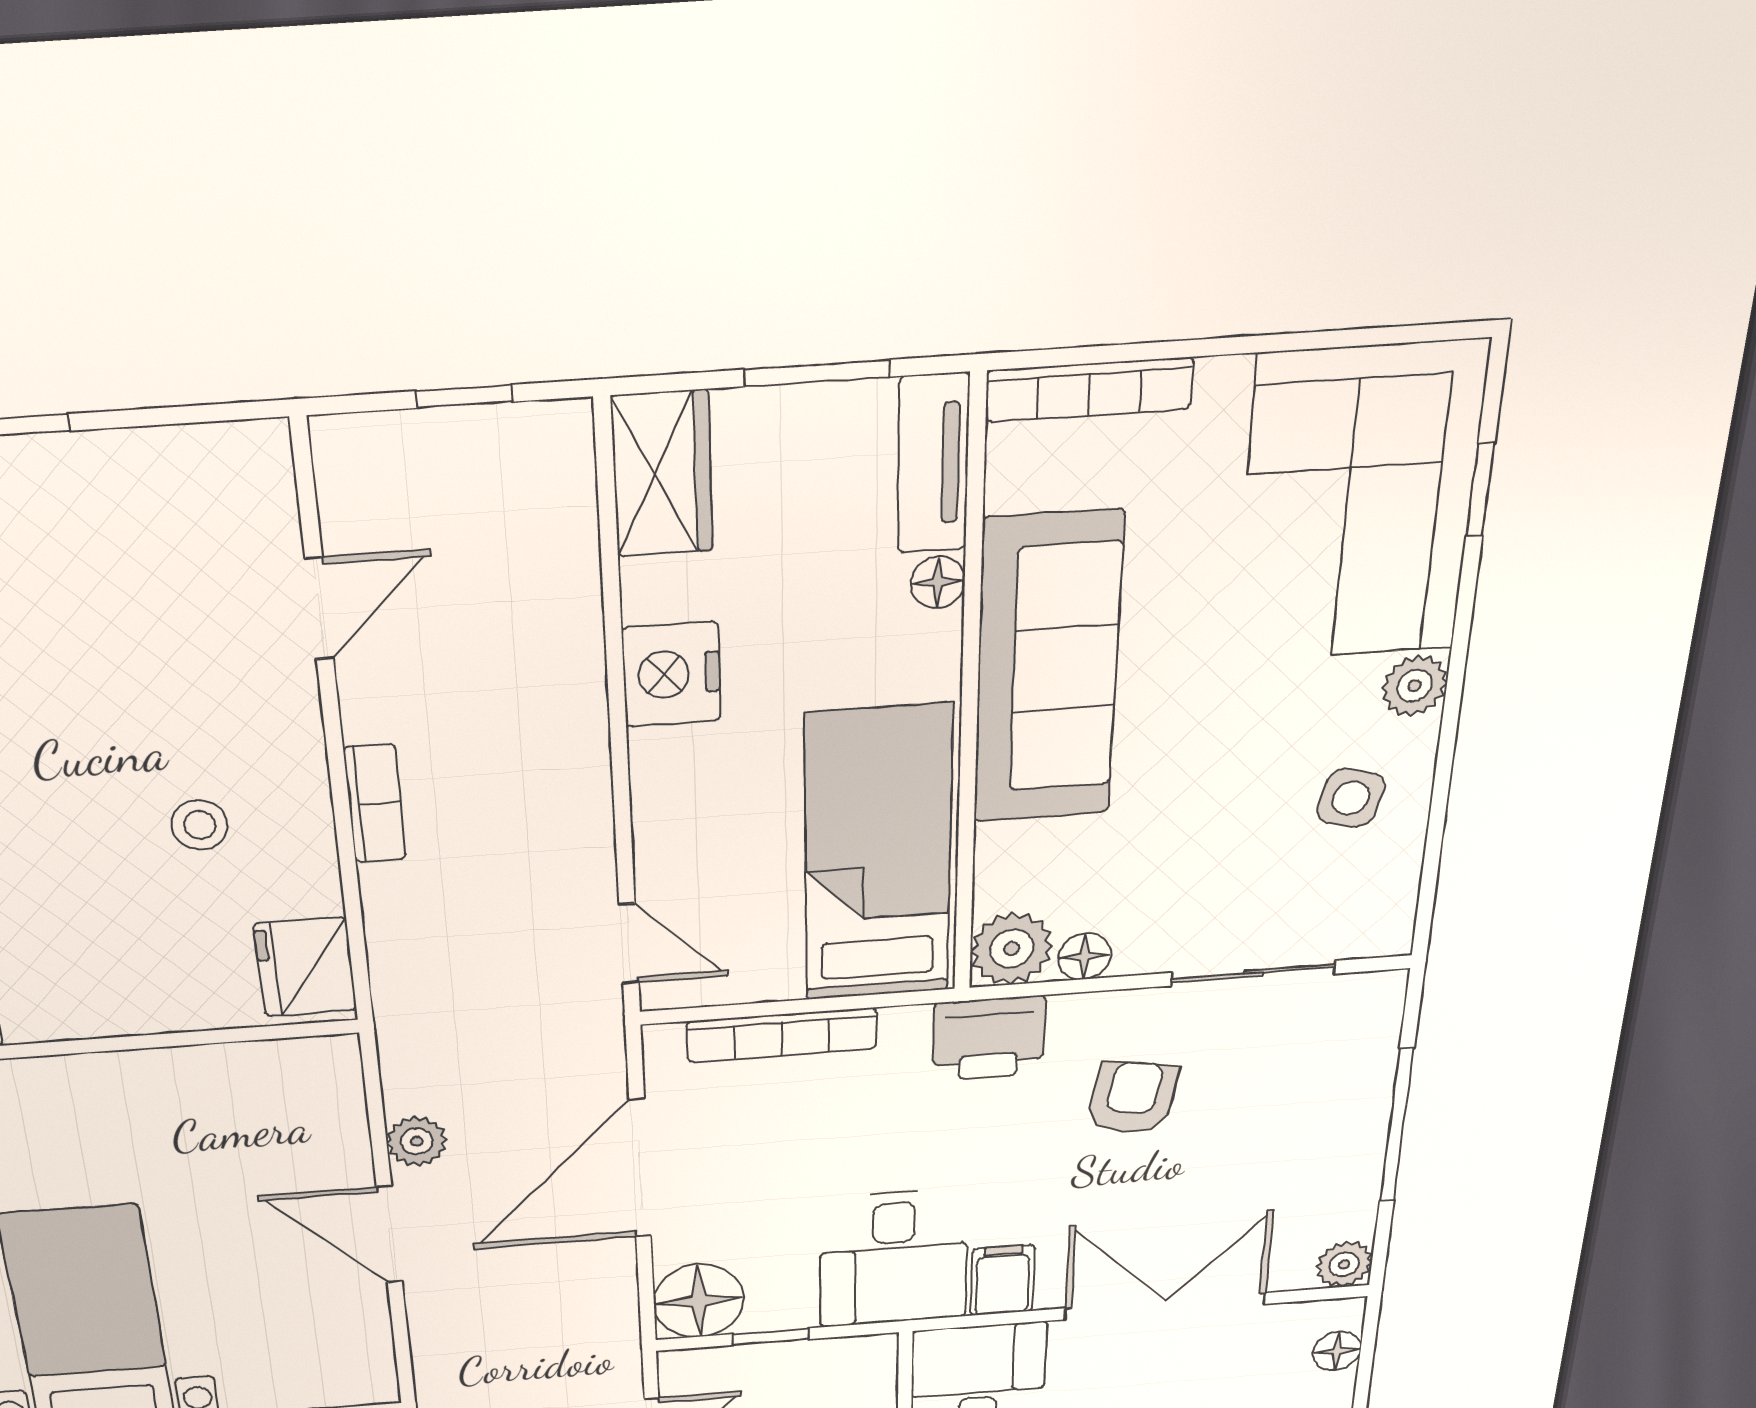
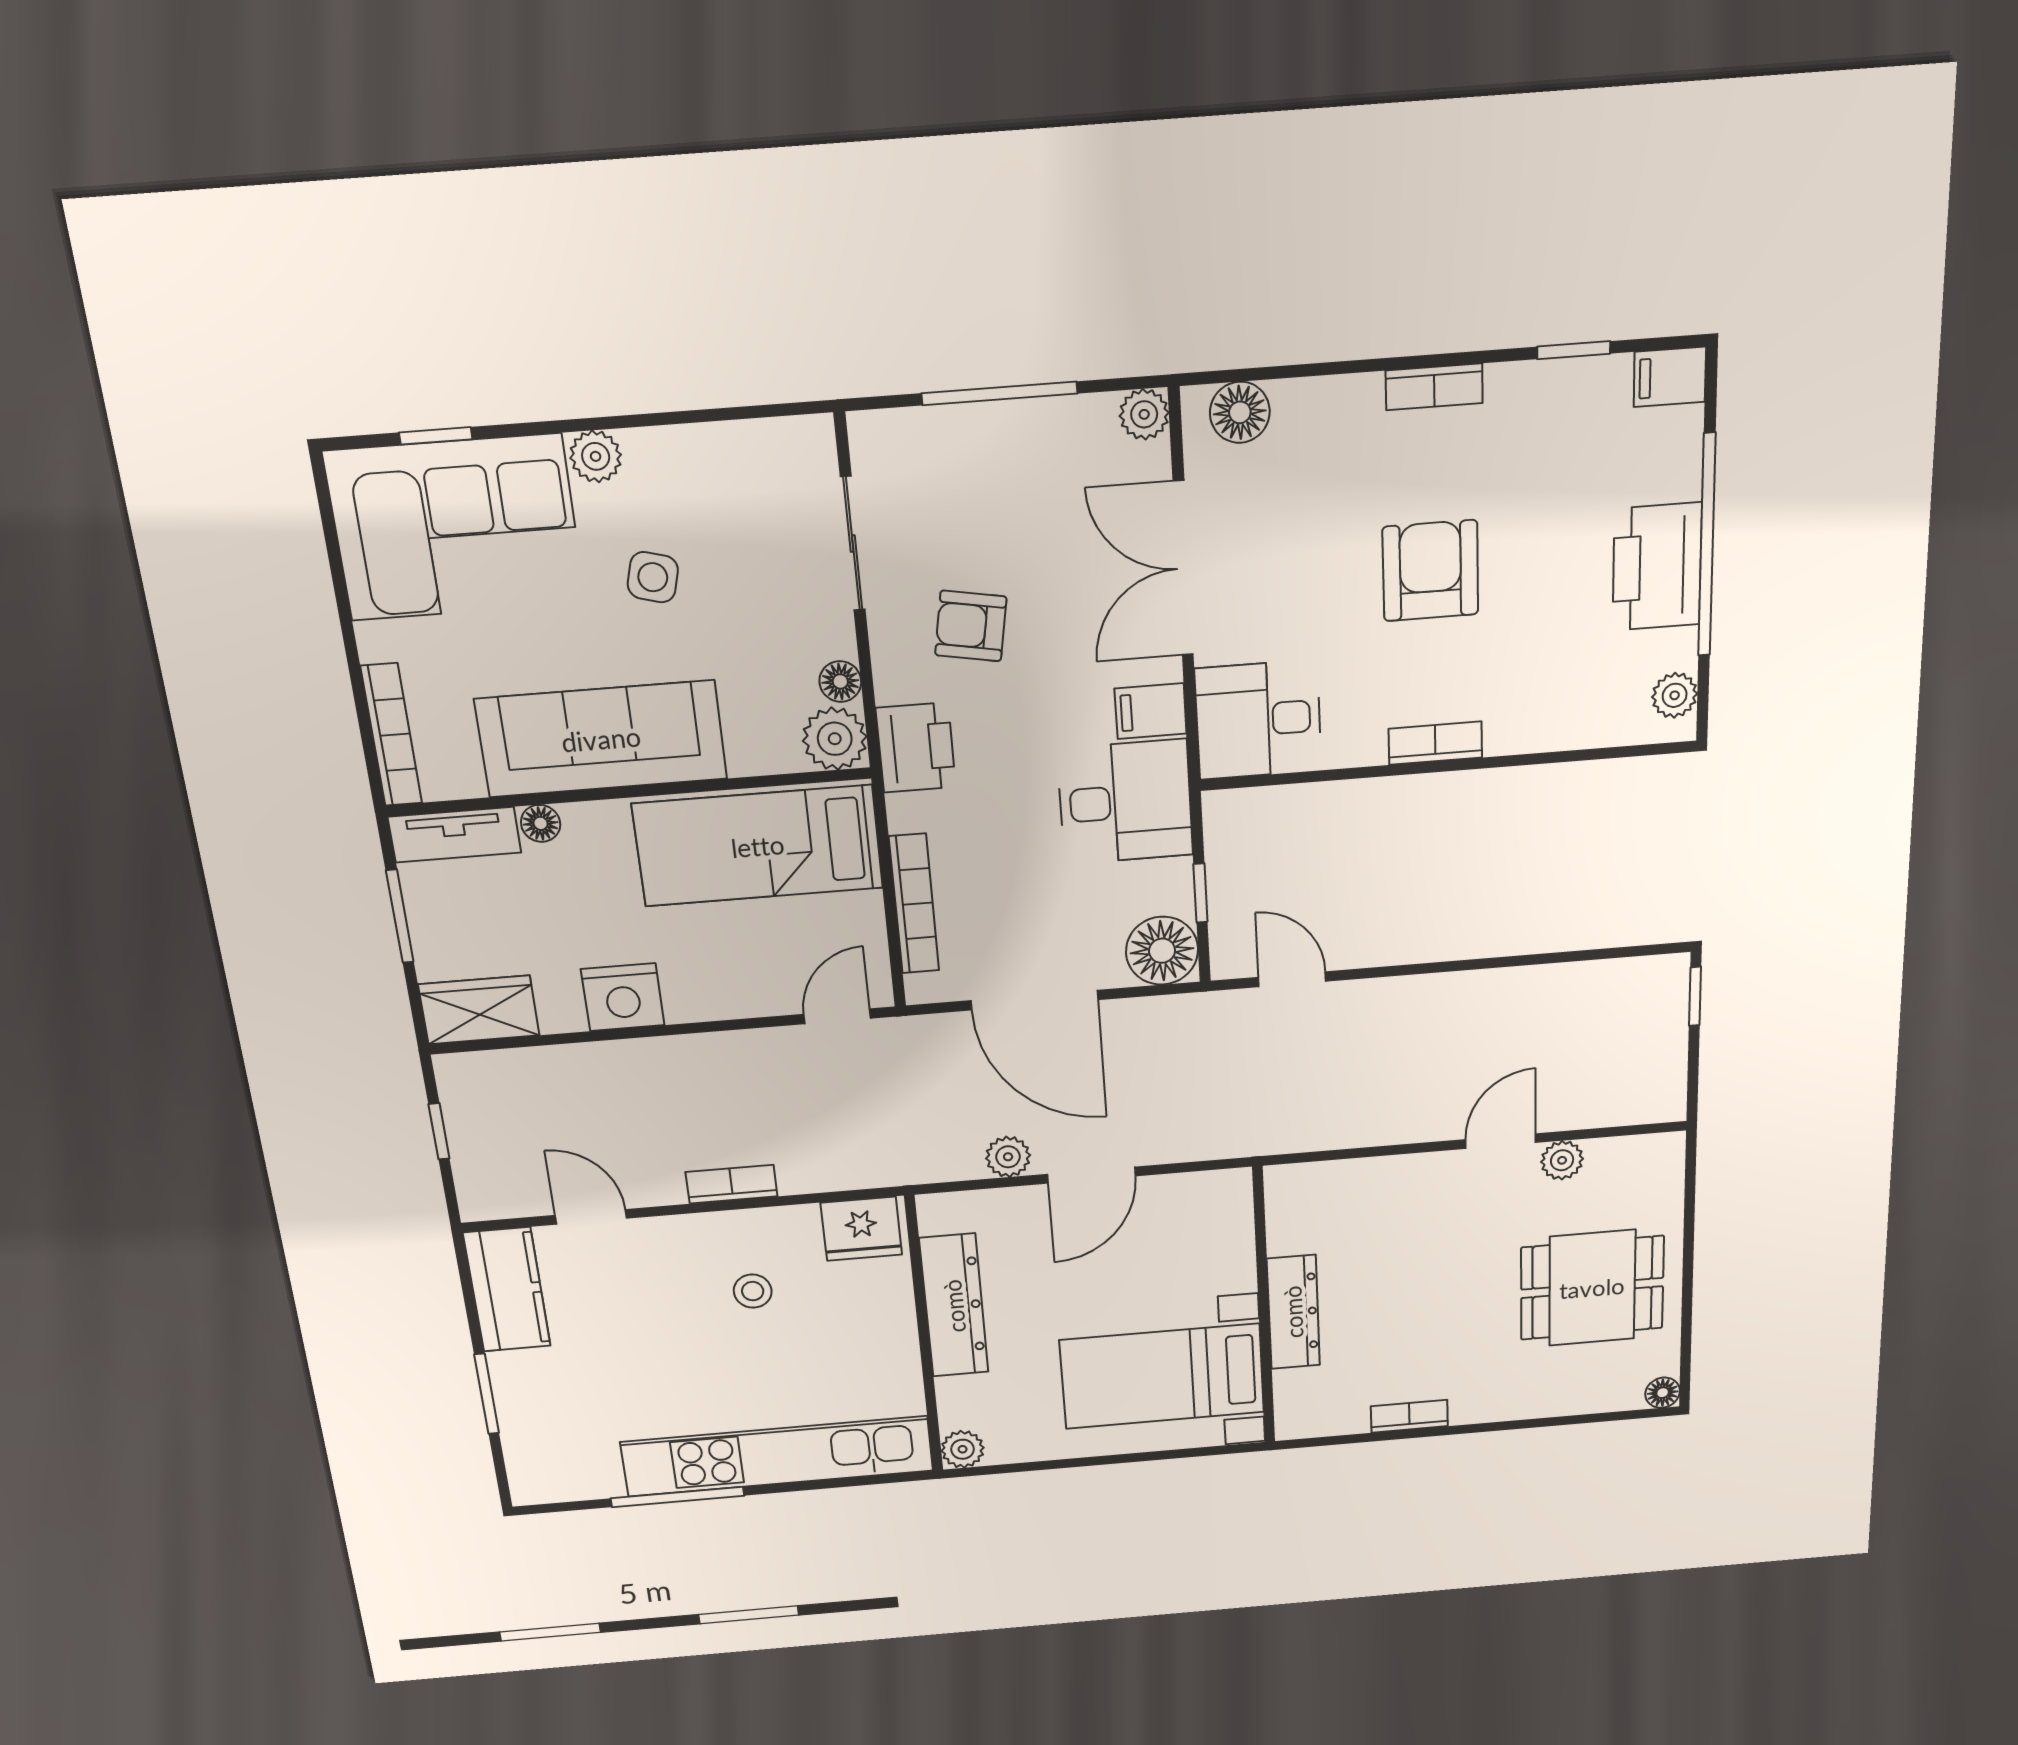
kitchen counter: (189, 475) -> (507, 1290), added
side table: (1351, 798) -> (653, 577), moved
dresser: (187, 1079) -> (954, 1306), added
floor lamp: (1337, 1351) -> (1240, 412), width x1.37, depth x1.37

